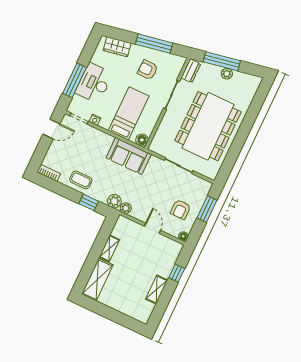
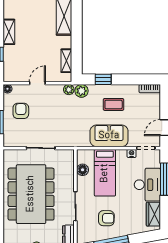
wardrobe: (117, 47) -> (153, 214), moved, turned -79
floor lamp: (142, 140) -> (83, 170), moved
sofa: (129, 156) -> (109, 136), moved
coffee table: (81, 180) -> (114, 104), moved
door: (152, 228) -> (37, 83), swing flipped
shelving: (109, 248) -> (66, 61), moved

